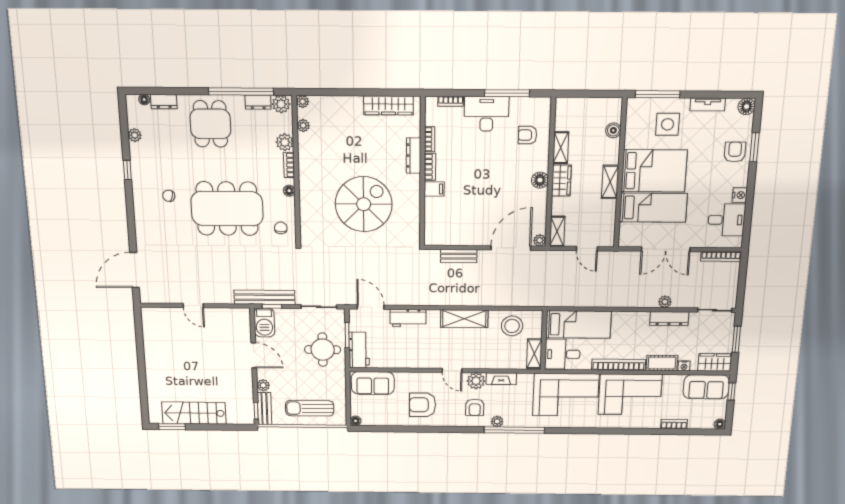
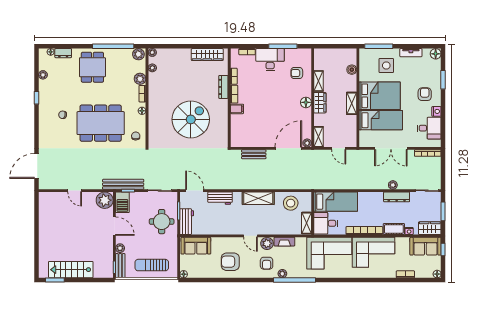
dresser: (258, 102) -> (124, 53), removed
armchair: (735, 152) -> (425, 94), moved
plant: (238, 319) -> (105, 200), added

